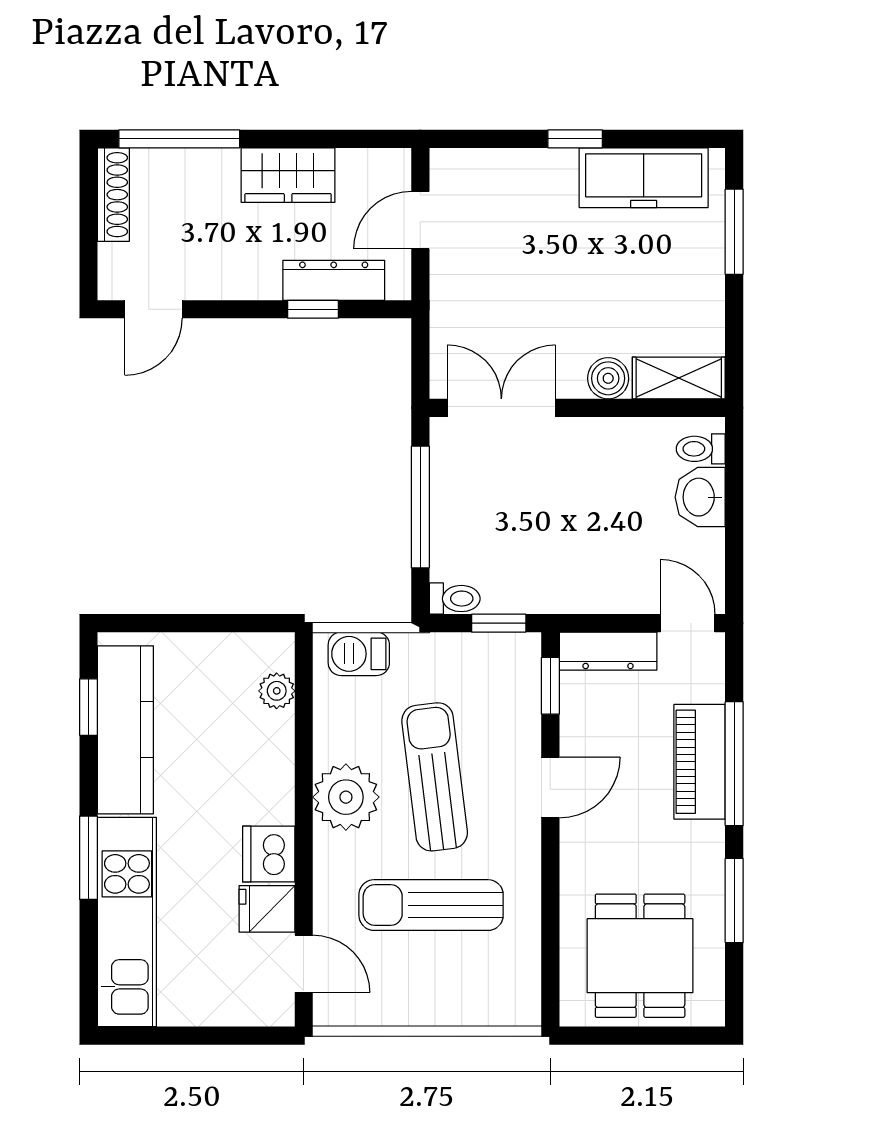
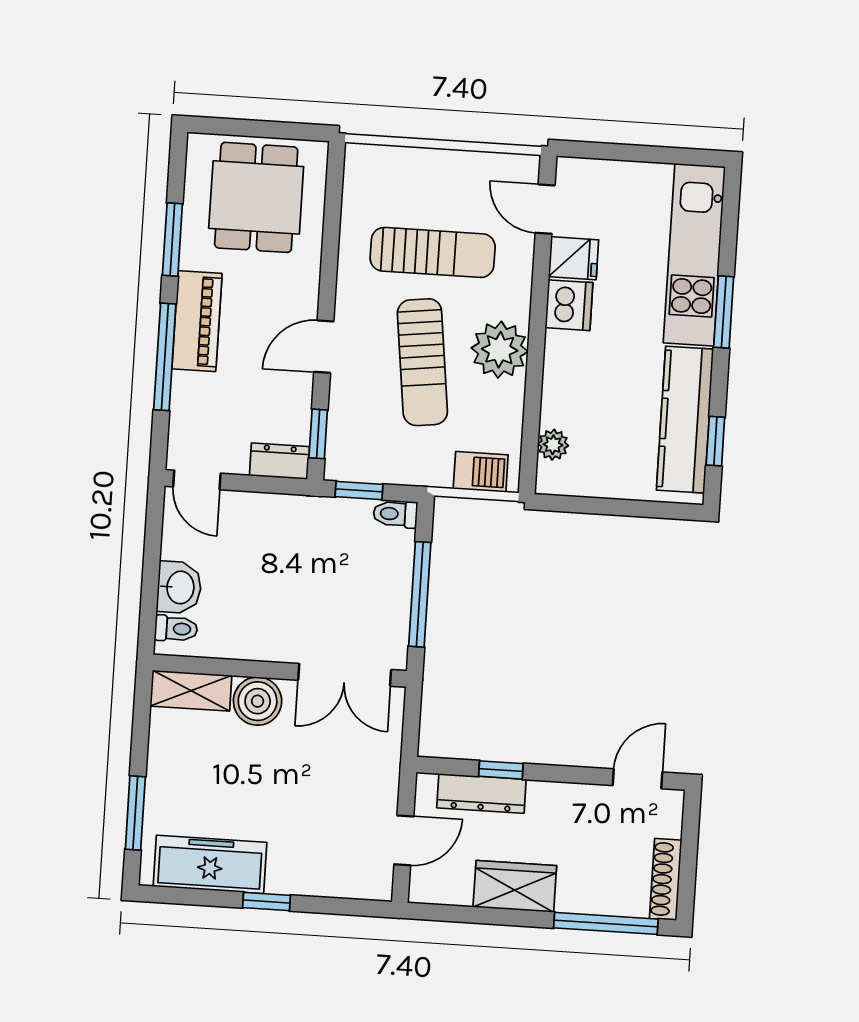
boiler: (608, 378) -> (258, 701), width x1.36, depth x1.36
dresser: (608, 651) -> (279, 461), width x0.70
piano: (700, 762) -> (197, 321), moved

